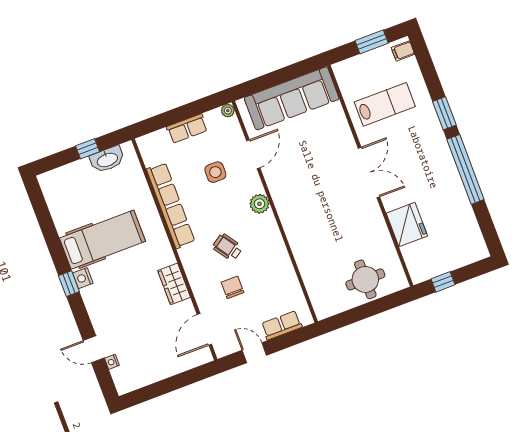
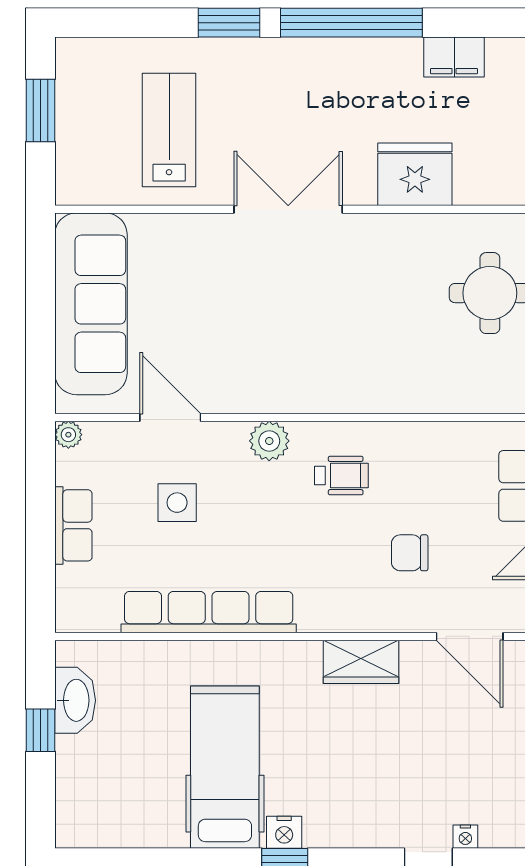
filing cabinet: (403, 51) -> (454, 57), moved, width x2.00
wheelchair: (227, 247) -> (341, 476), moved, turned -145

